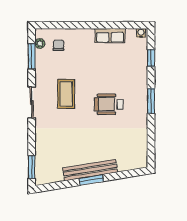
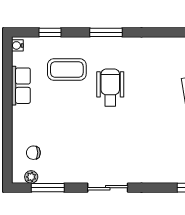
coffee table: (66, 94) -> (67, 70), moved
wheelchair: (109, 104) -> (110, 87), turned 180

